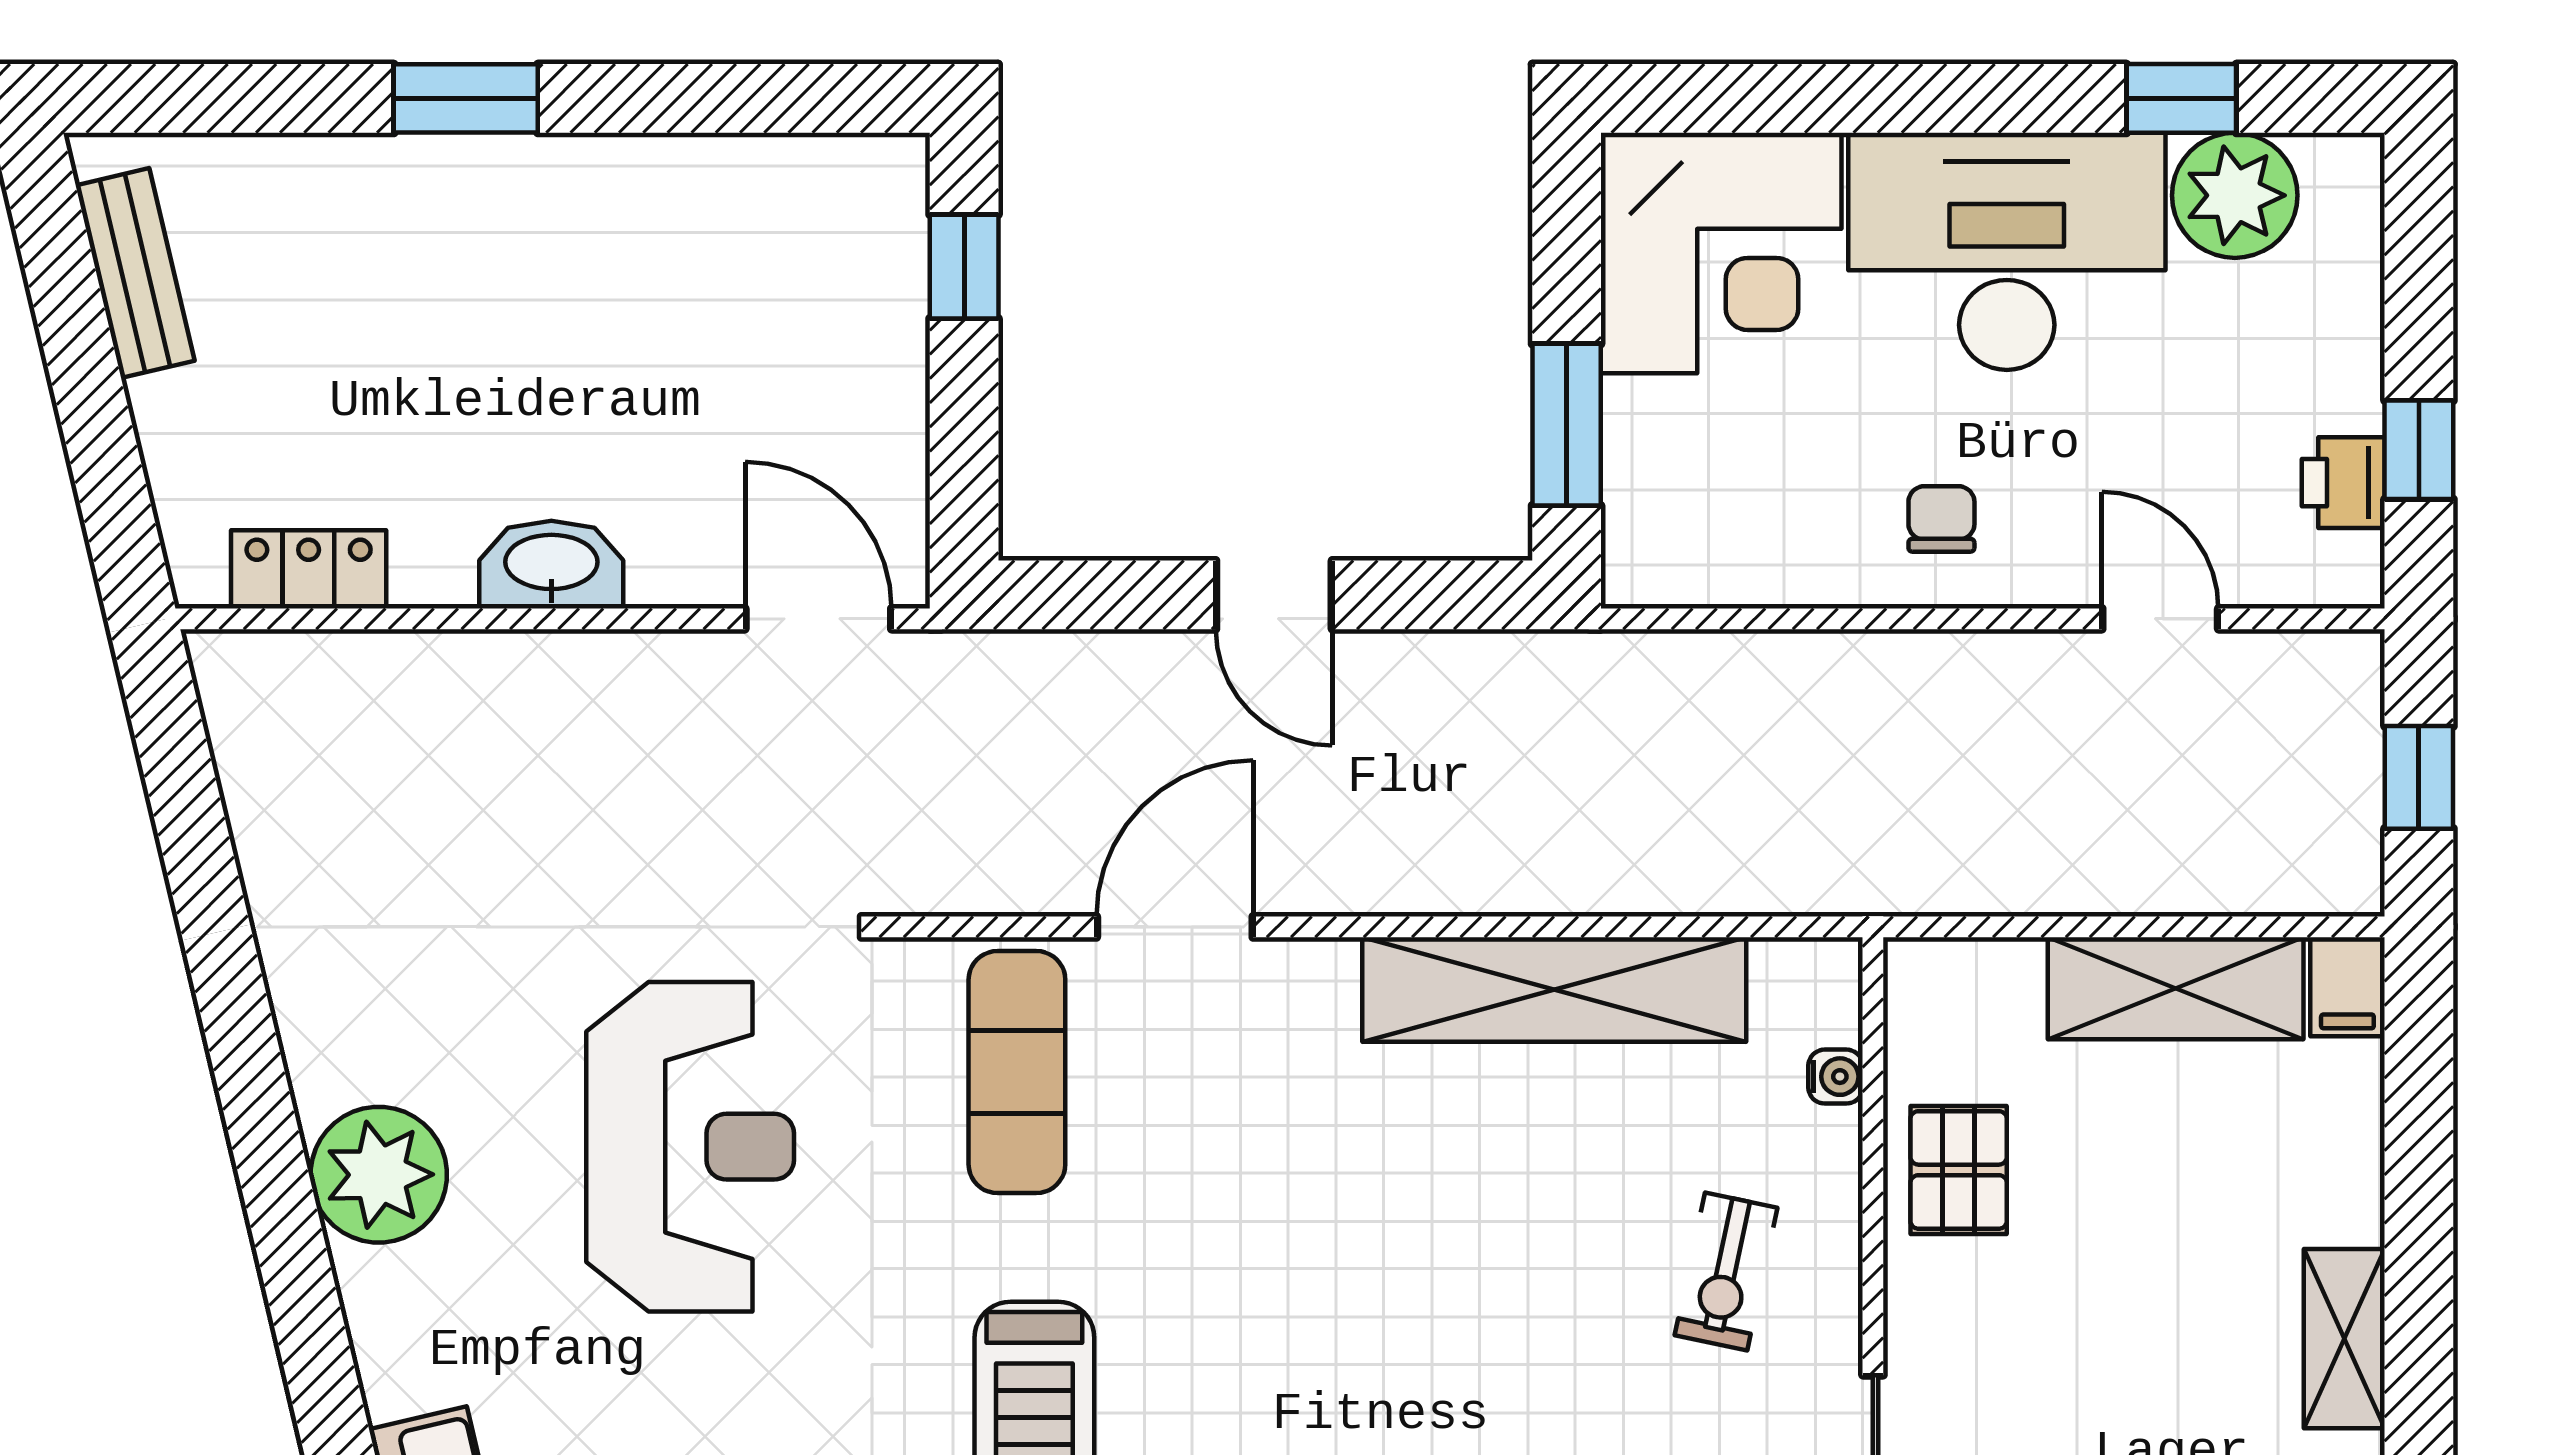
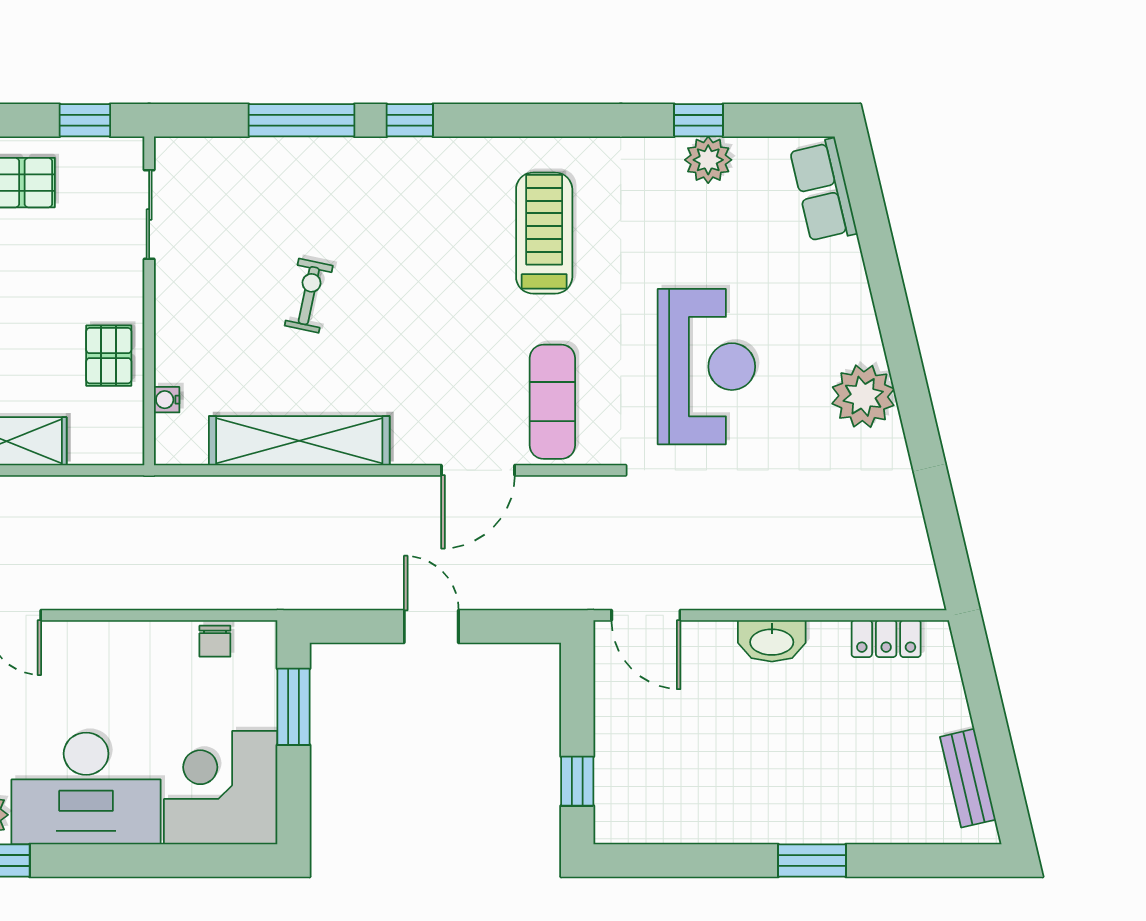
chair: (1941, 519) -> (215, 641), moved
reception desk: (690, 1147) -> (706, 367), turned 180
plant: (379, 1175) -> (863, 396), moved
exercise bike: (1726, 1271) -> (309, 296), moved

